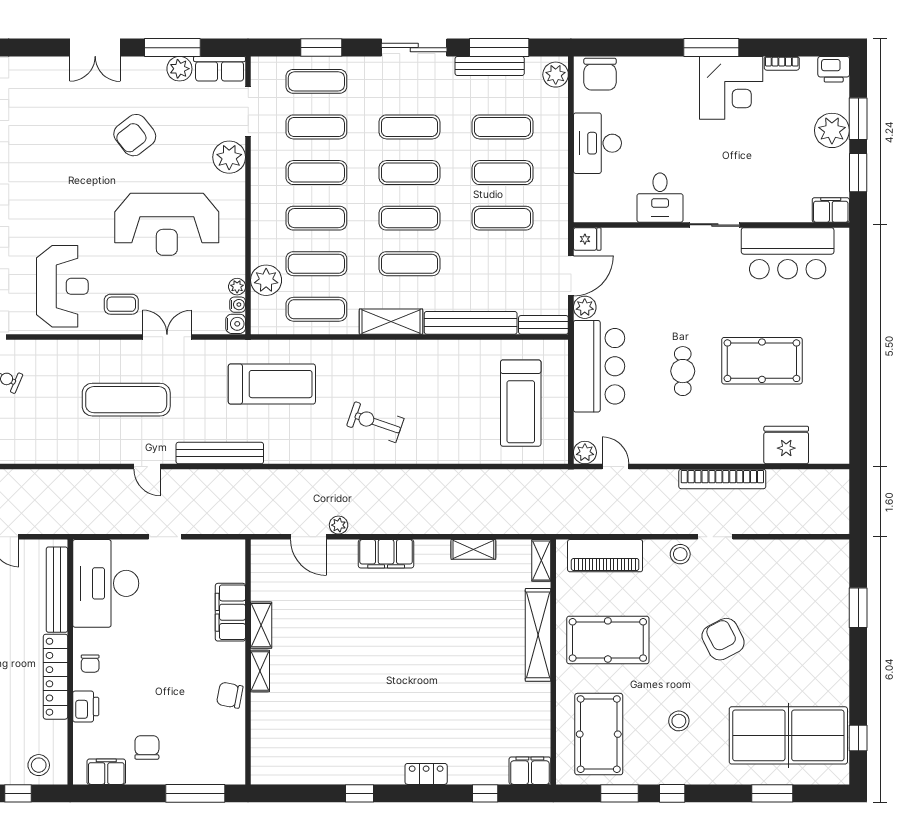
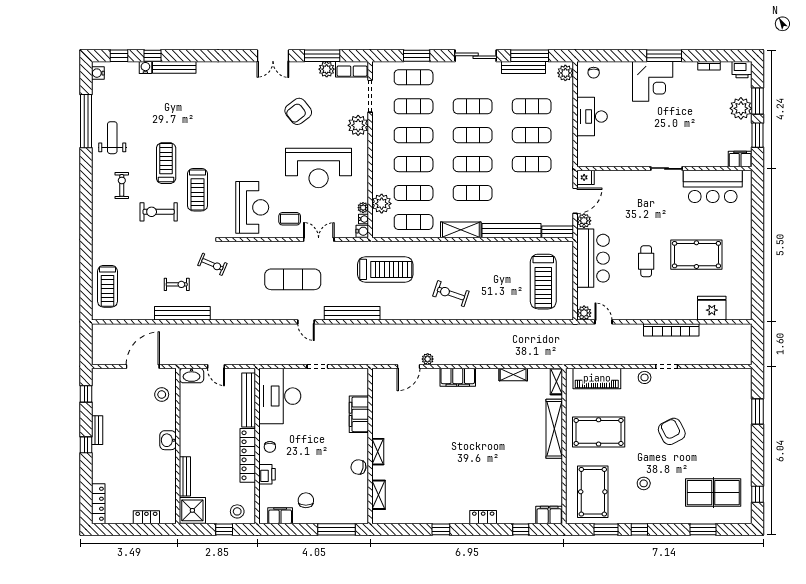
chair: (600, 74) -> (594, 73), width x0.54, depth x0.54
corner desk: (731, 88) -> (653, 81), moved
desk: (660, 198) -> (632, 151), removed
door: (308, 537) -> (408, 366), hinge flipped
shelving: (261, 625) -> (378, 495), moved
table tennis table: (788, 735) -> (713, 493), width x0.73, depth x0.76

